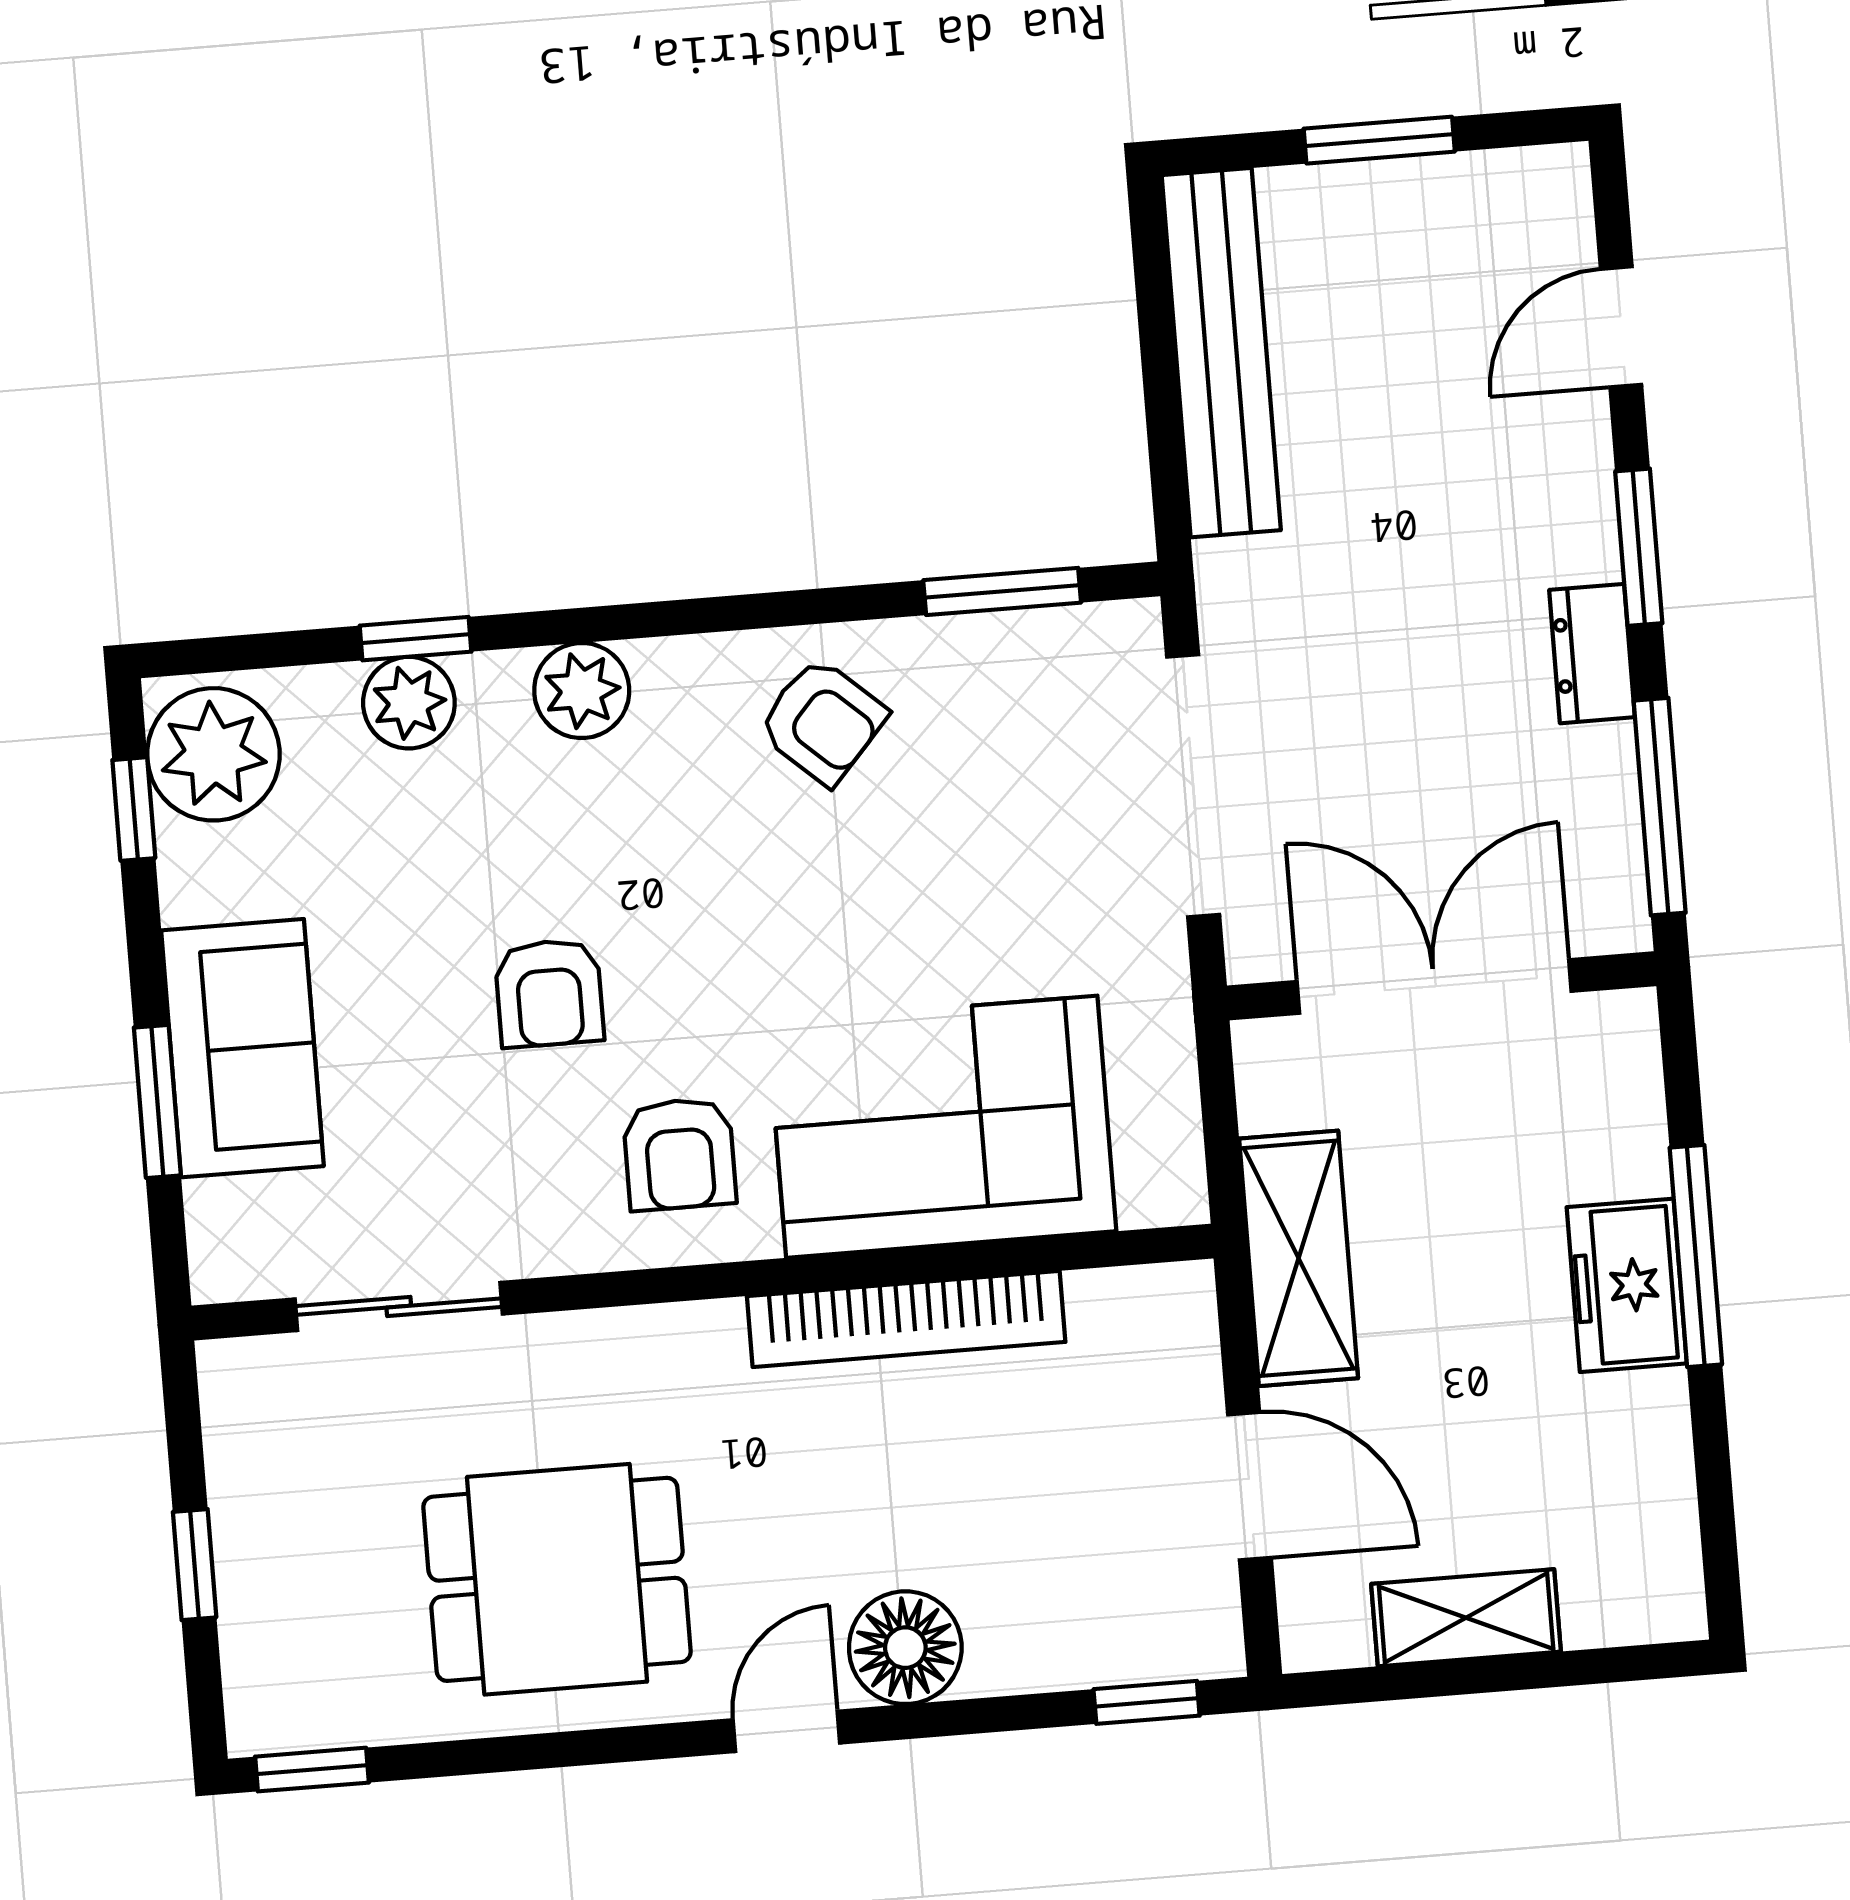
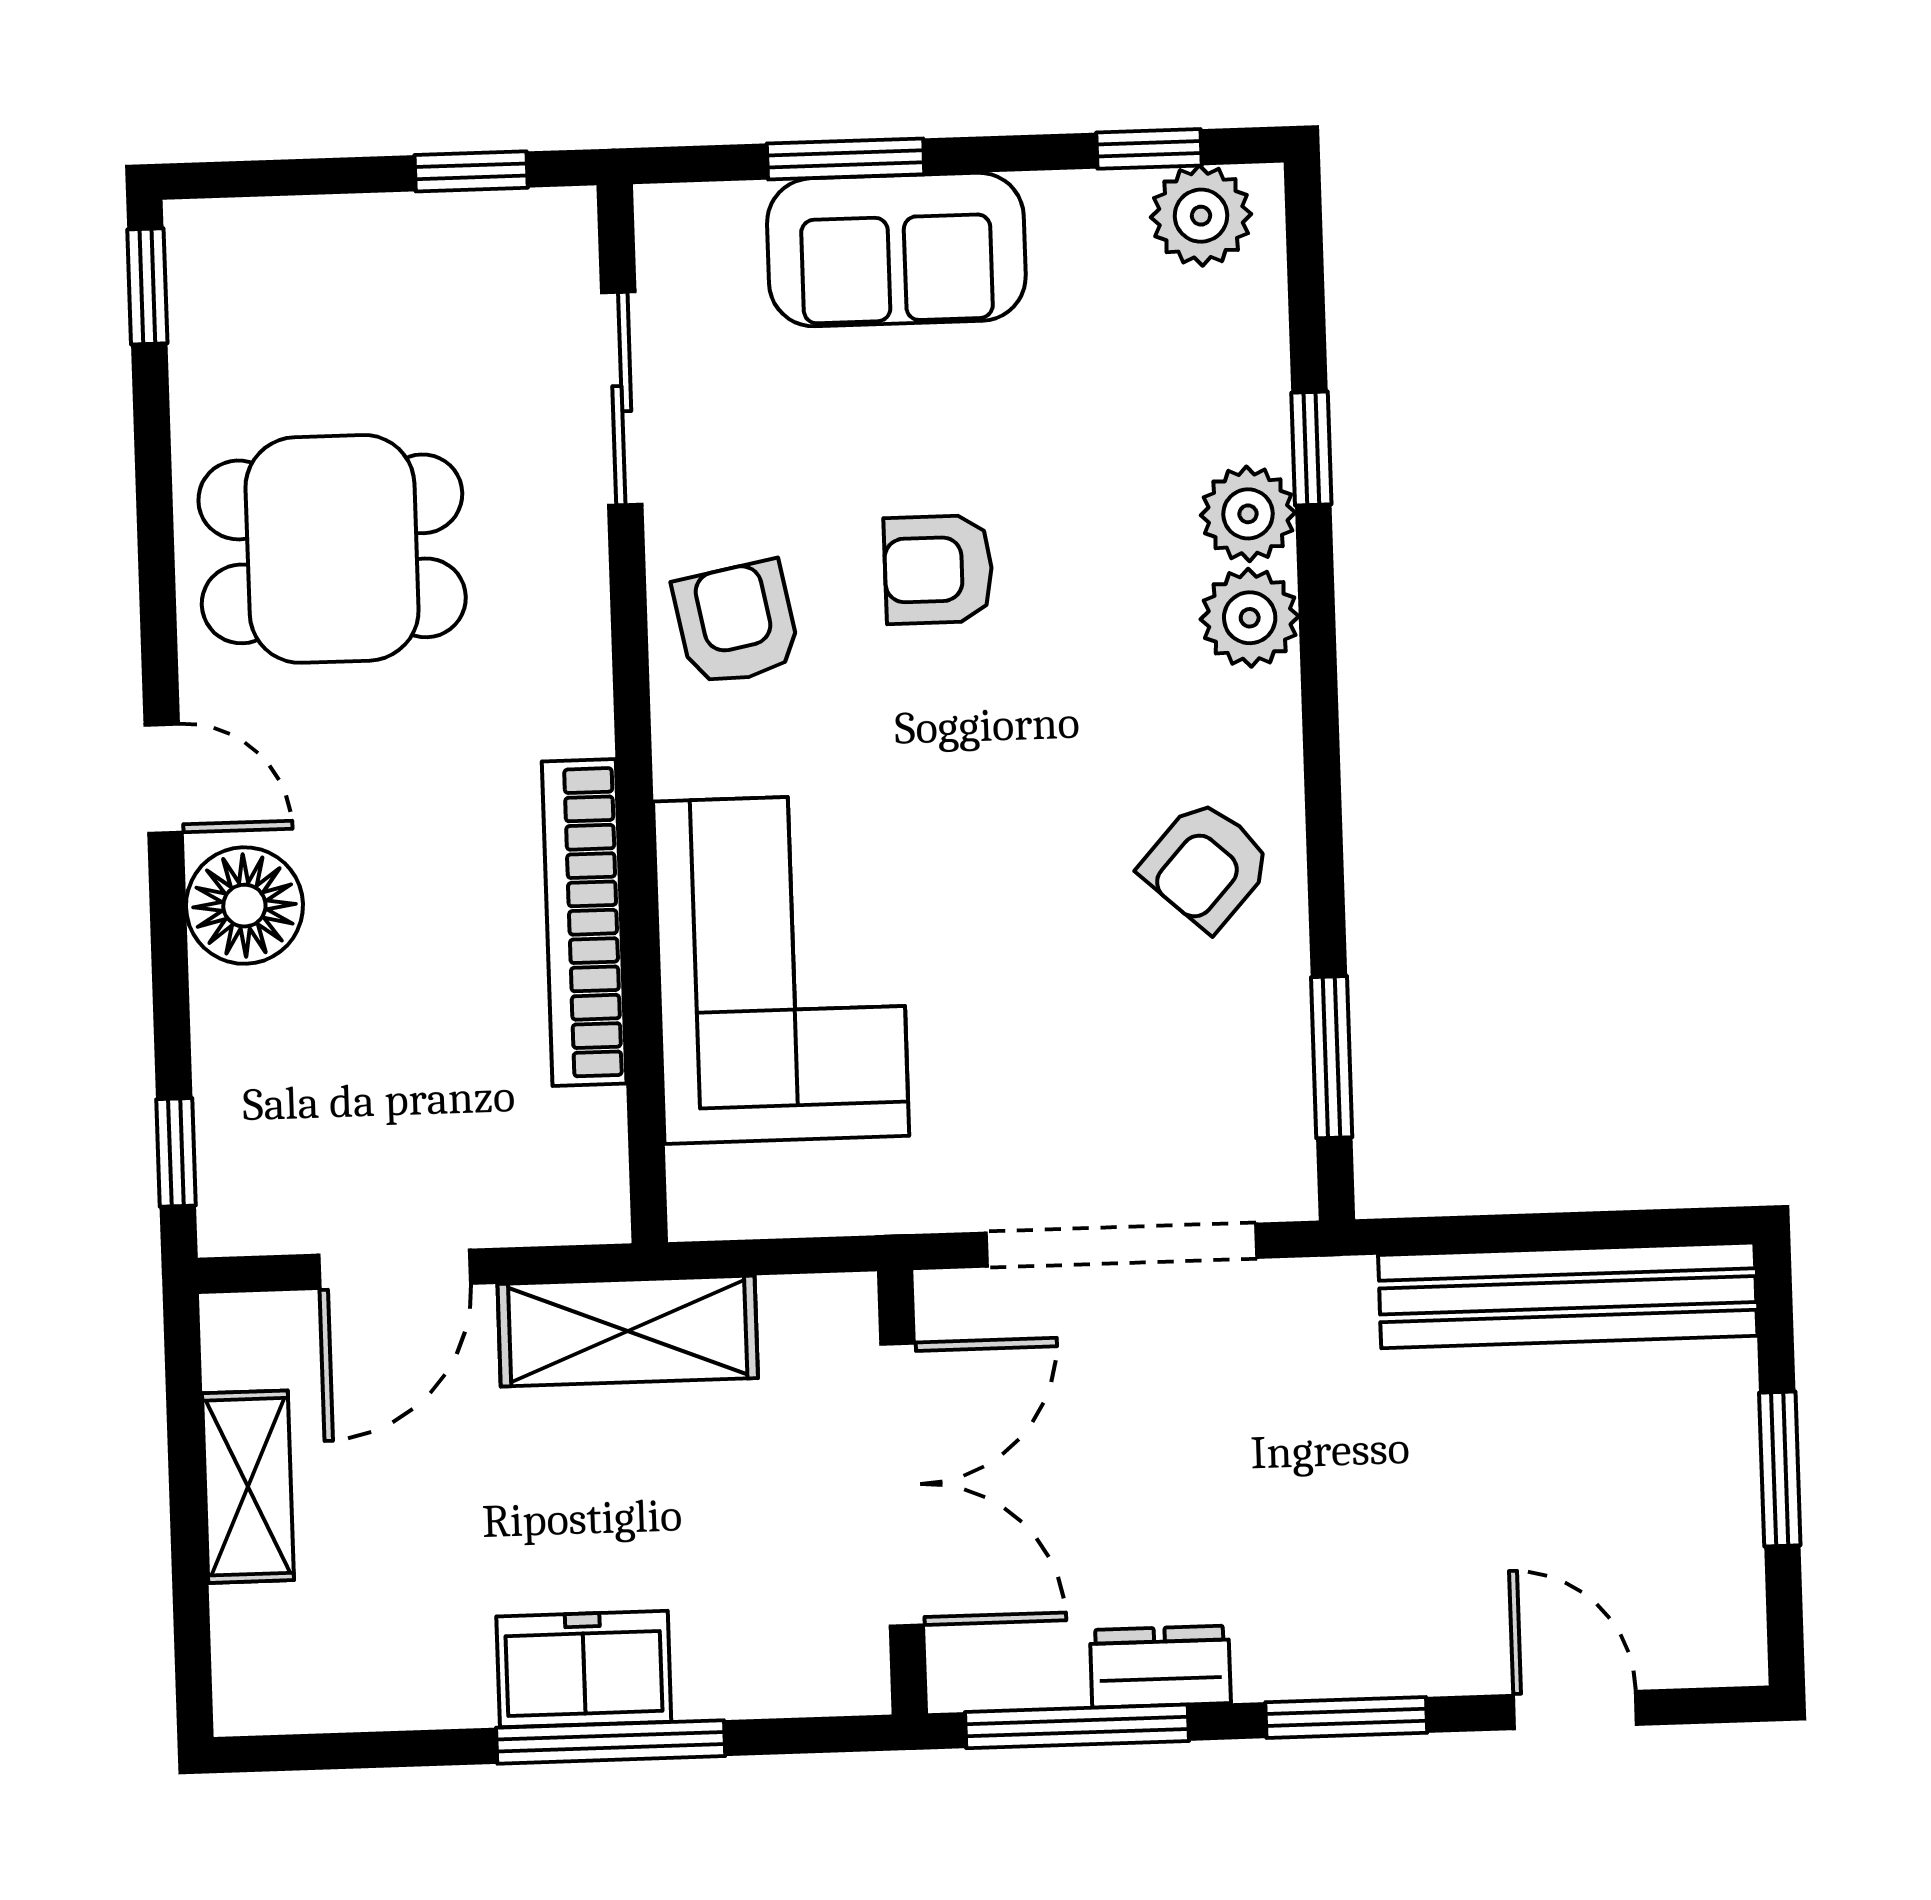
dresser: (1592, 654) -> (1160, 1667), moved
plant: (409, 703) -> (1248, 514), moved
plant: (213, 754) -> (1201, 216), width x0.73, depth x0.73
armchair: (679, 1154) -> (736, 623), moved, turned 79
window: (195, 1565) -> (471, 171), moved
dining table: (557, 1579) -> (332, 549), turned 90

